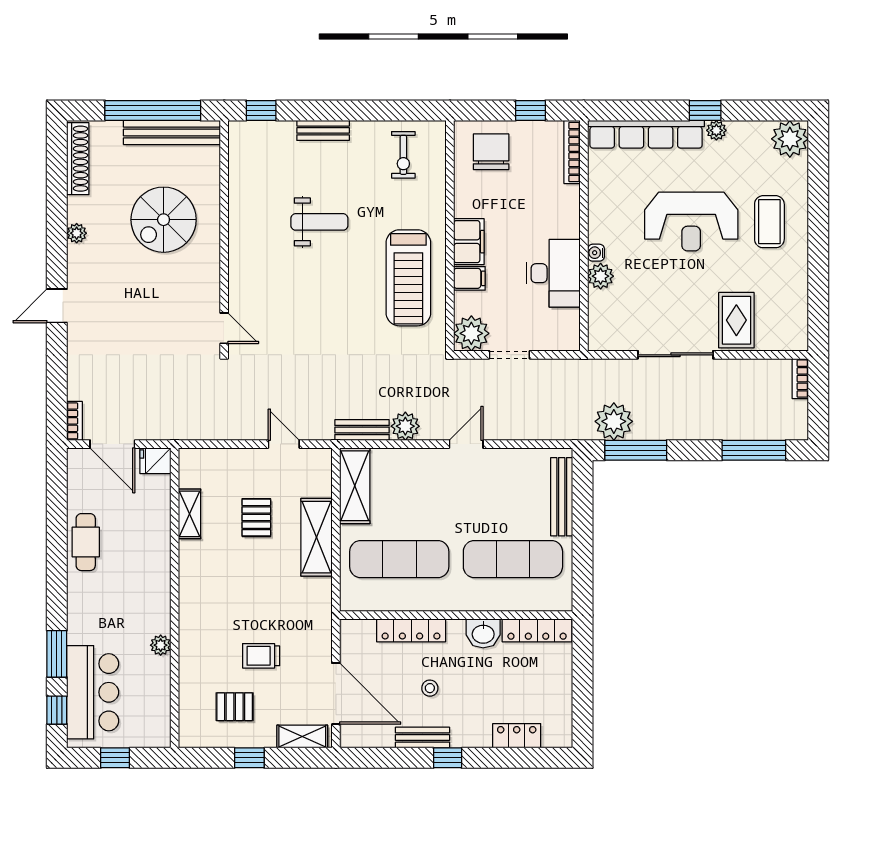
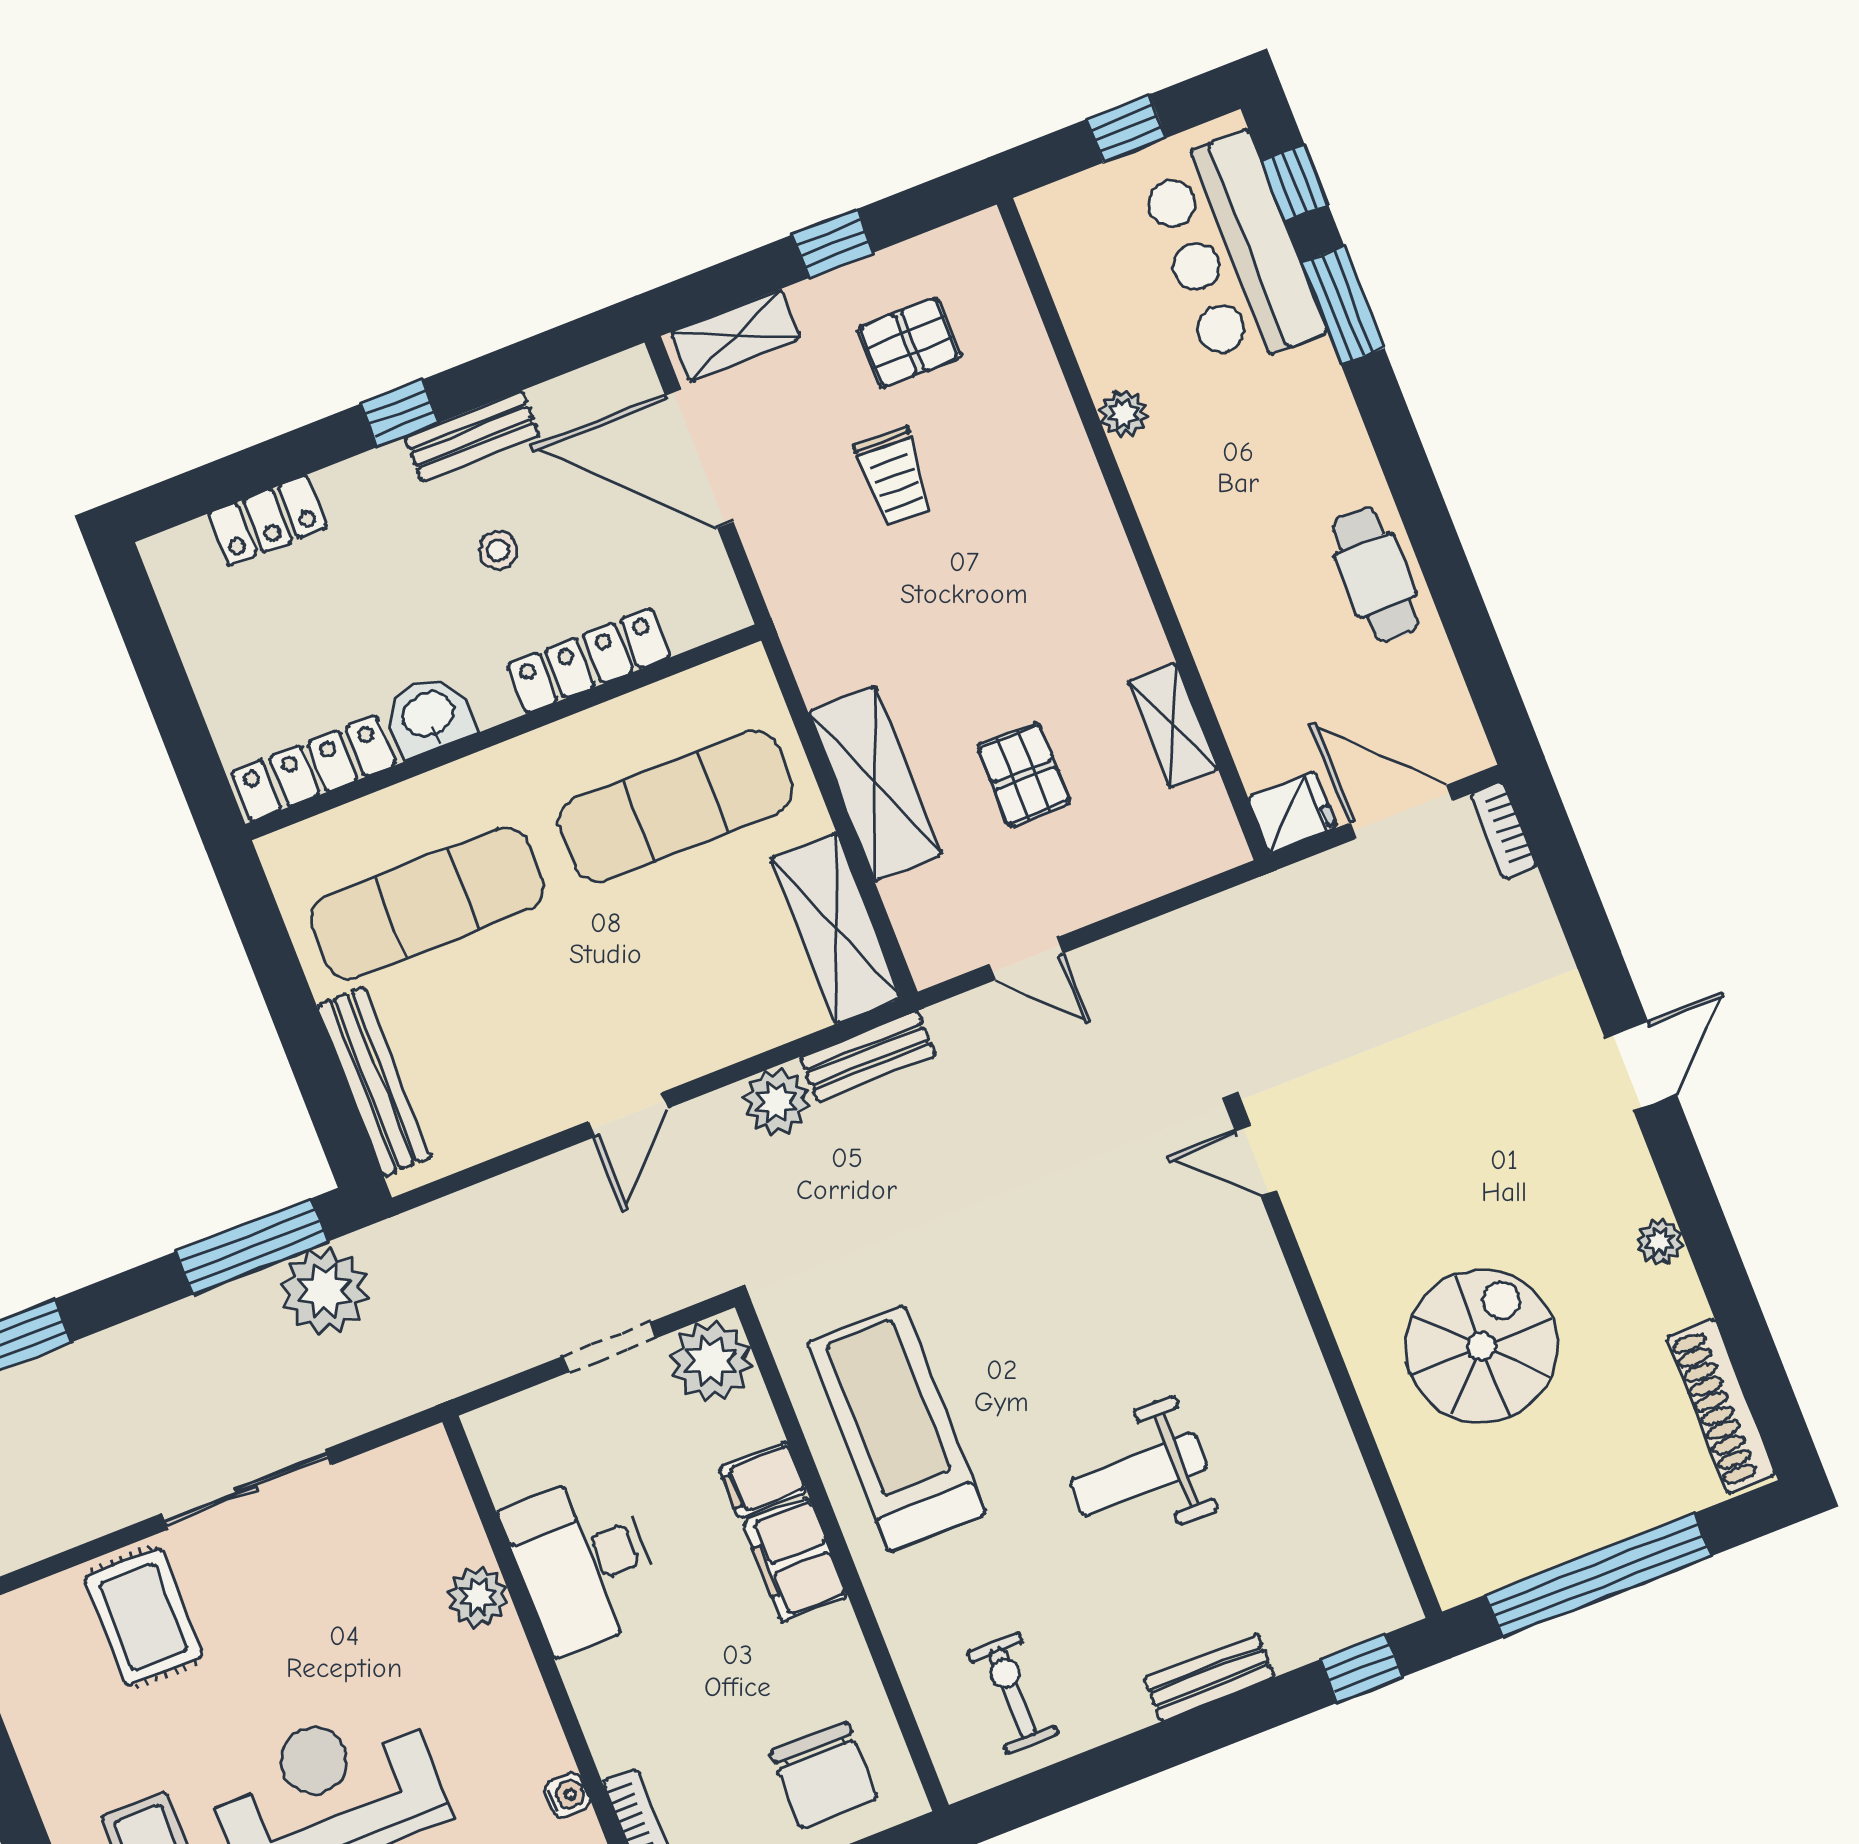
bench: (172, 133) -> (1538, 1544), removed
water cooler: (596, 253) -> (567, 1795), moved
trolley: (261, 656) -> (895, 476), turned 92

